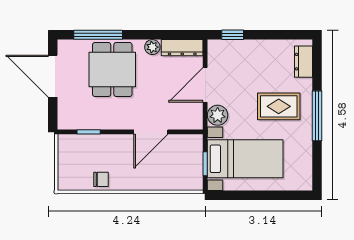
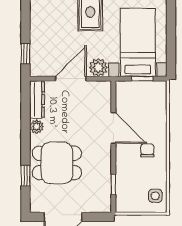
window: (98, 35) -> (25, 176), width x0.46
door: (205, 85) -> (71, 79), swing flipped
side table: (76, 178) -> (155, 196), added
chair: (101, 179) -> (147, 150), moved

